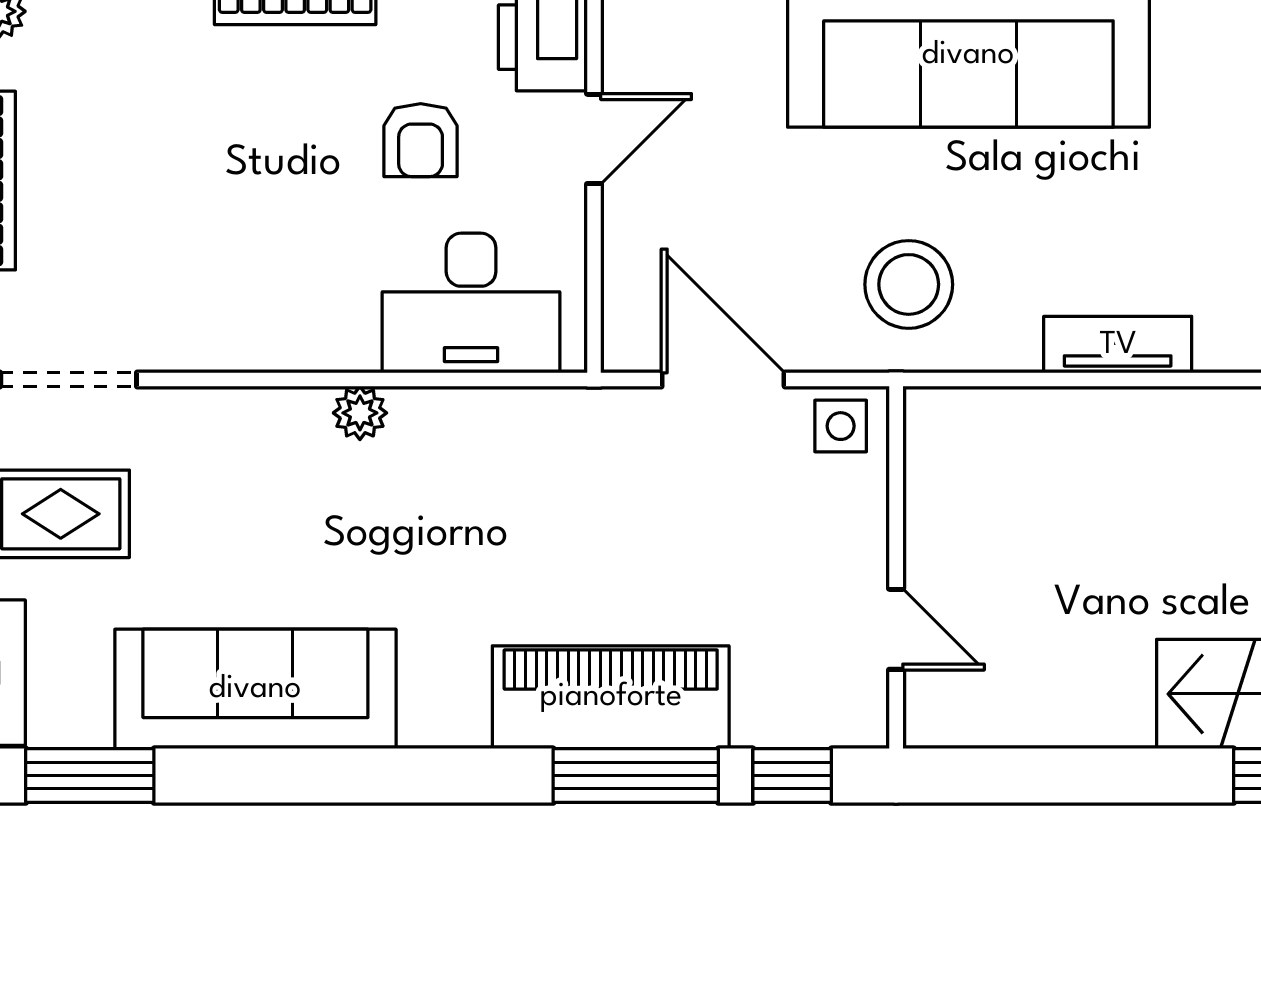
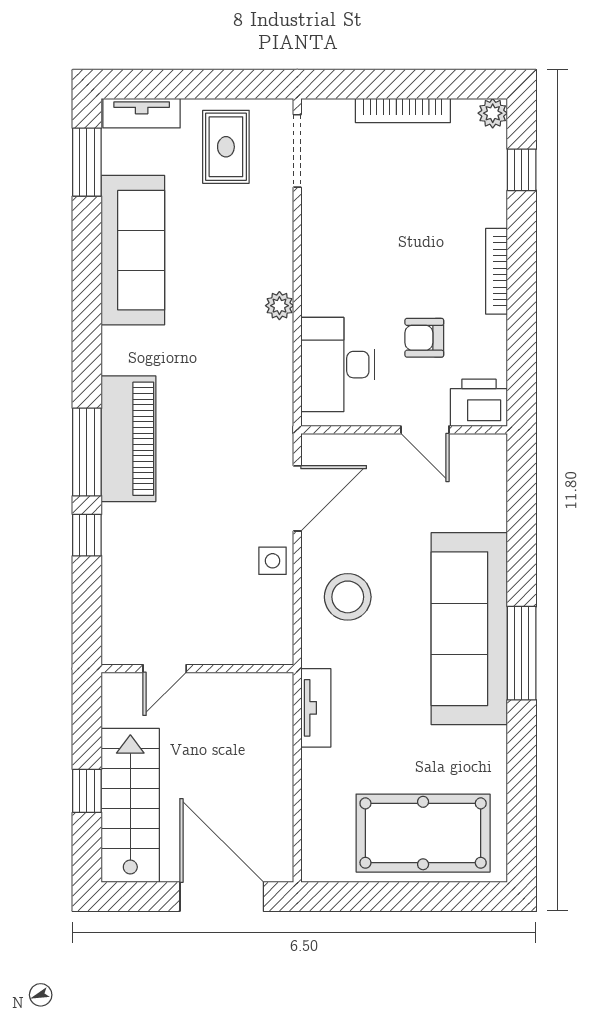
wall: (896, 567) -> (197, 669), moved
door: (896, 629) -> (165, 669), moved

